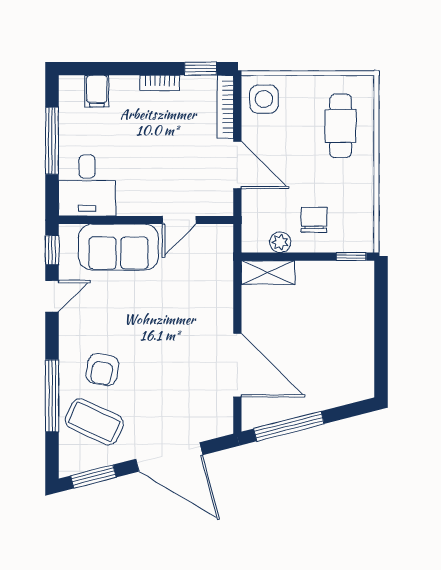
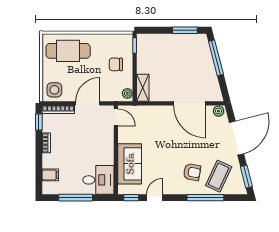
cafe table: (341, 126) -> (68, 51), width x1.37, depth x1.35
door: (179, 220) -> (116, 117), moved
plant: (280, 242) -> (127, 93), moved
door: (52, 296) -> (155, 198), hinge flipped
window: (381, 356) -> (185, 30), added
door: (237, 365) -> (190, 103), swing flipped
plant: (222, 422) -> (219, 111), added
window: (289, 426) -> (216, 58), moved

